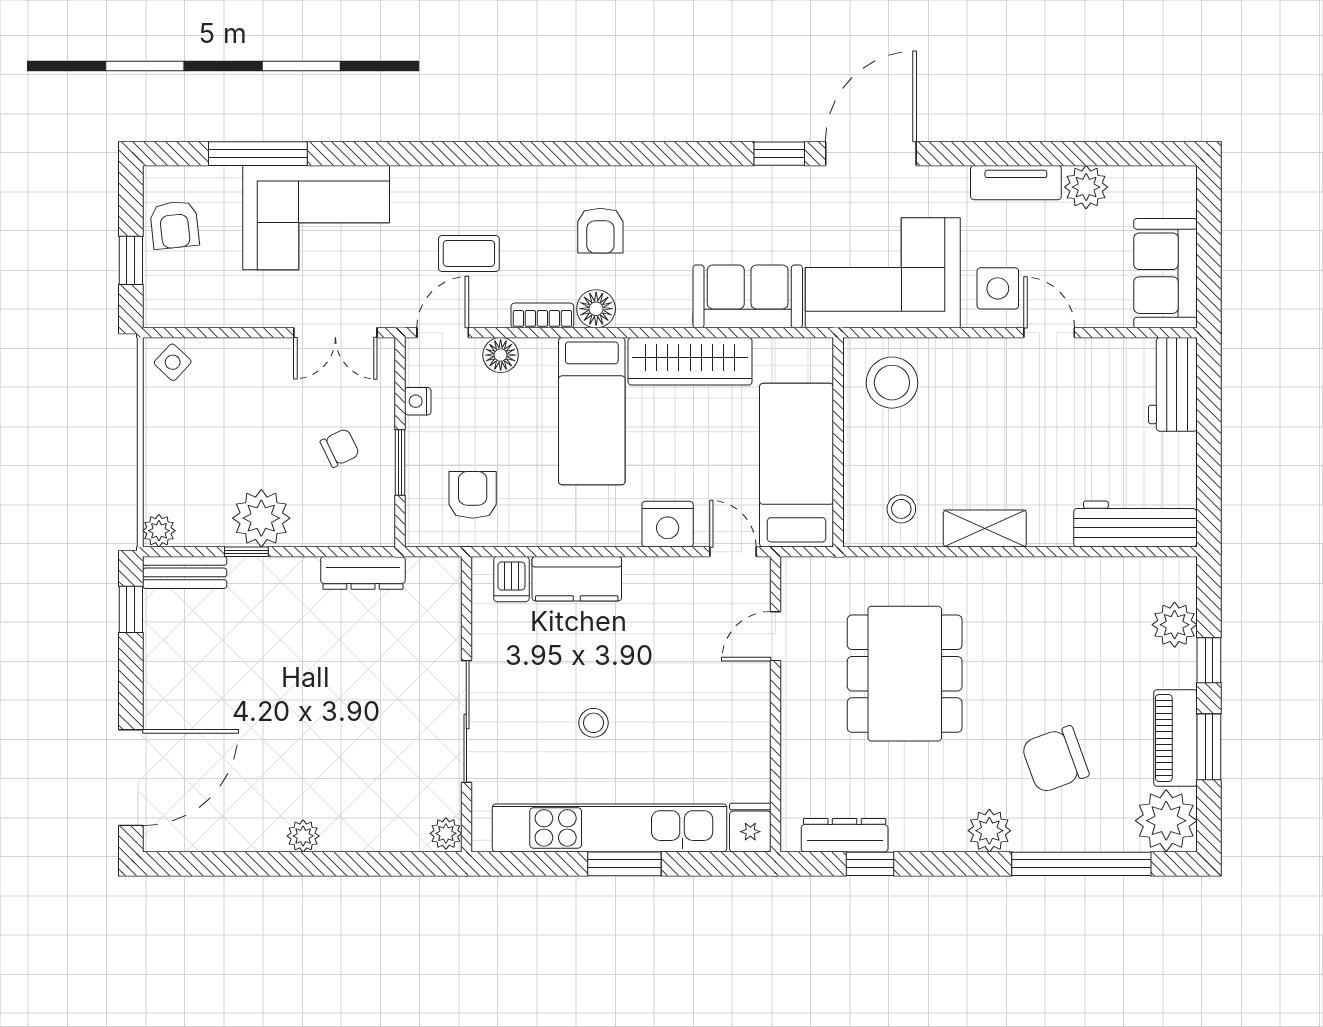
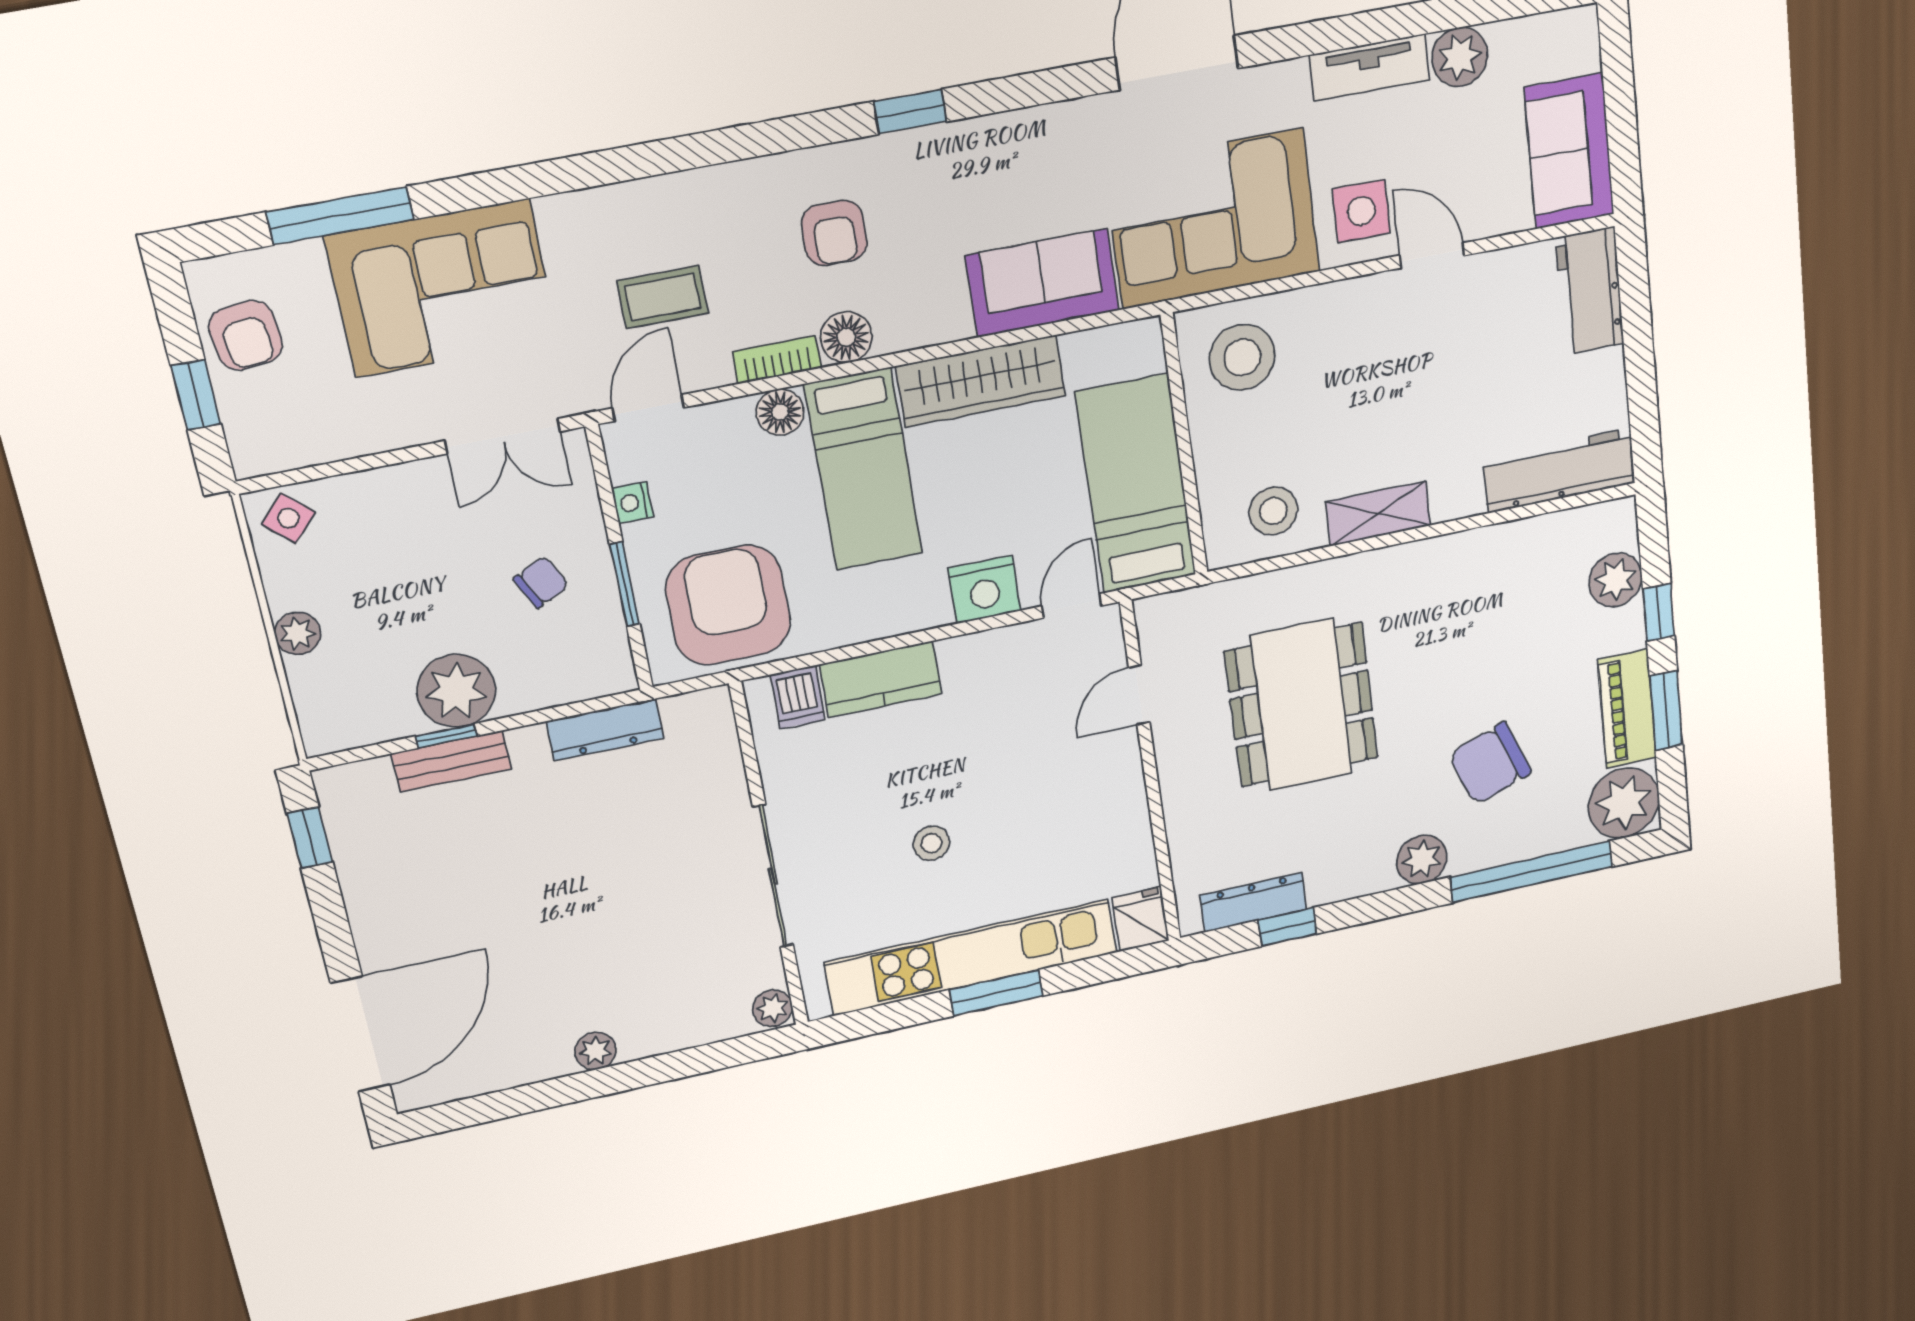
window: (779, 154) -> (910, 112), moved
floor lamp: (501, 355) -> (780, 412), moved
armchair: (473, 495) -> (728, 605), width x1.88, depth x1.88
stool: (901, 509) -> (1273, 511), width x1.37, depth x1.37
plant: (159, 531) -> (298, 633), moved
door: (733, 552) -> (1072, 606), hinge flipped
bench: (185, 572) -> (452, 761), moved

